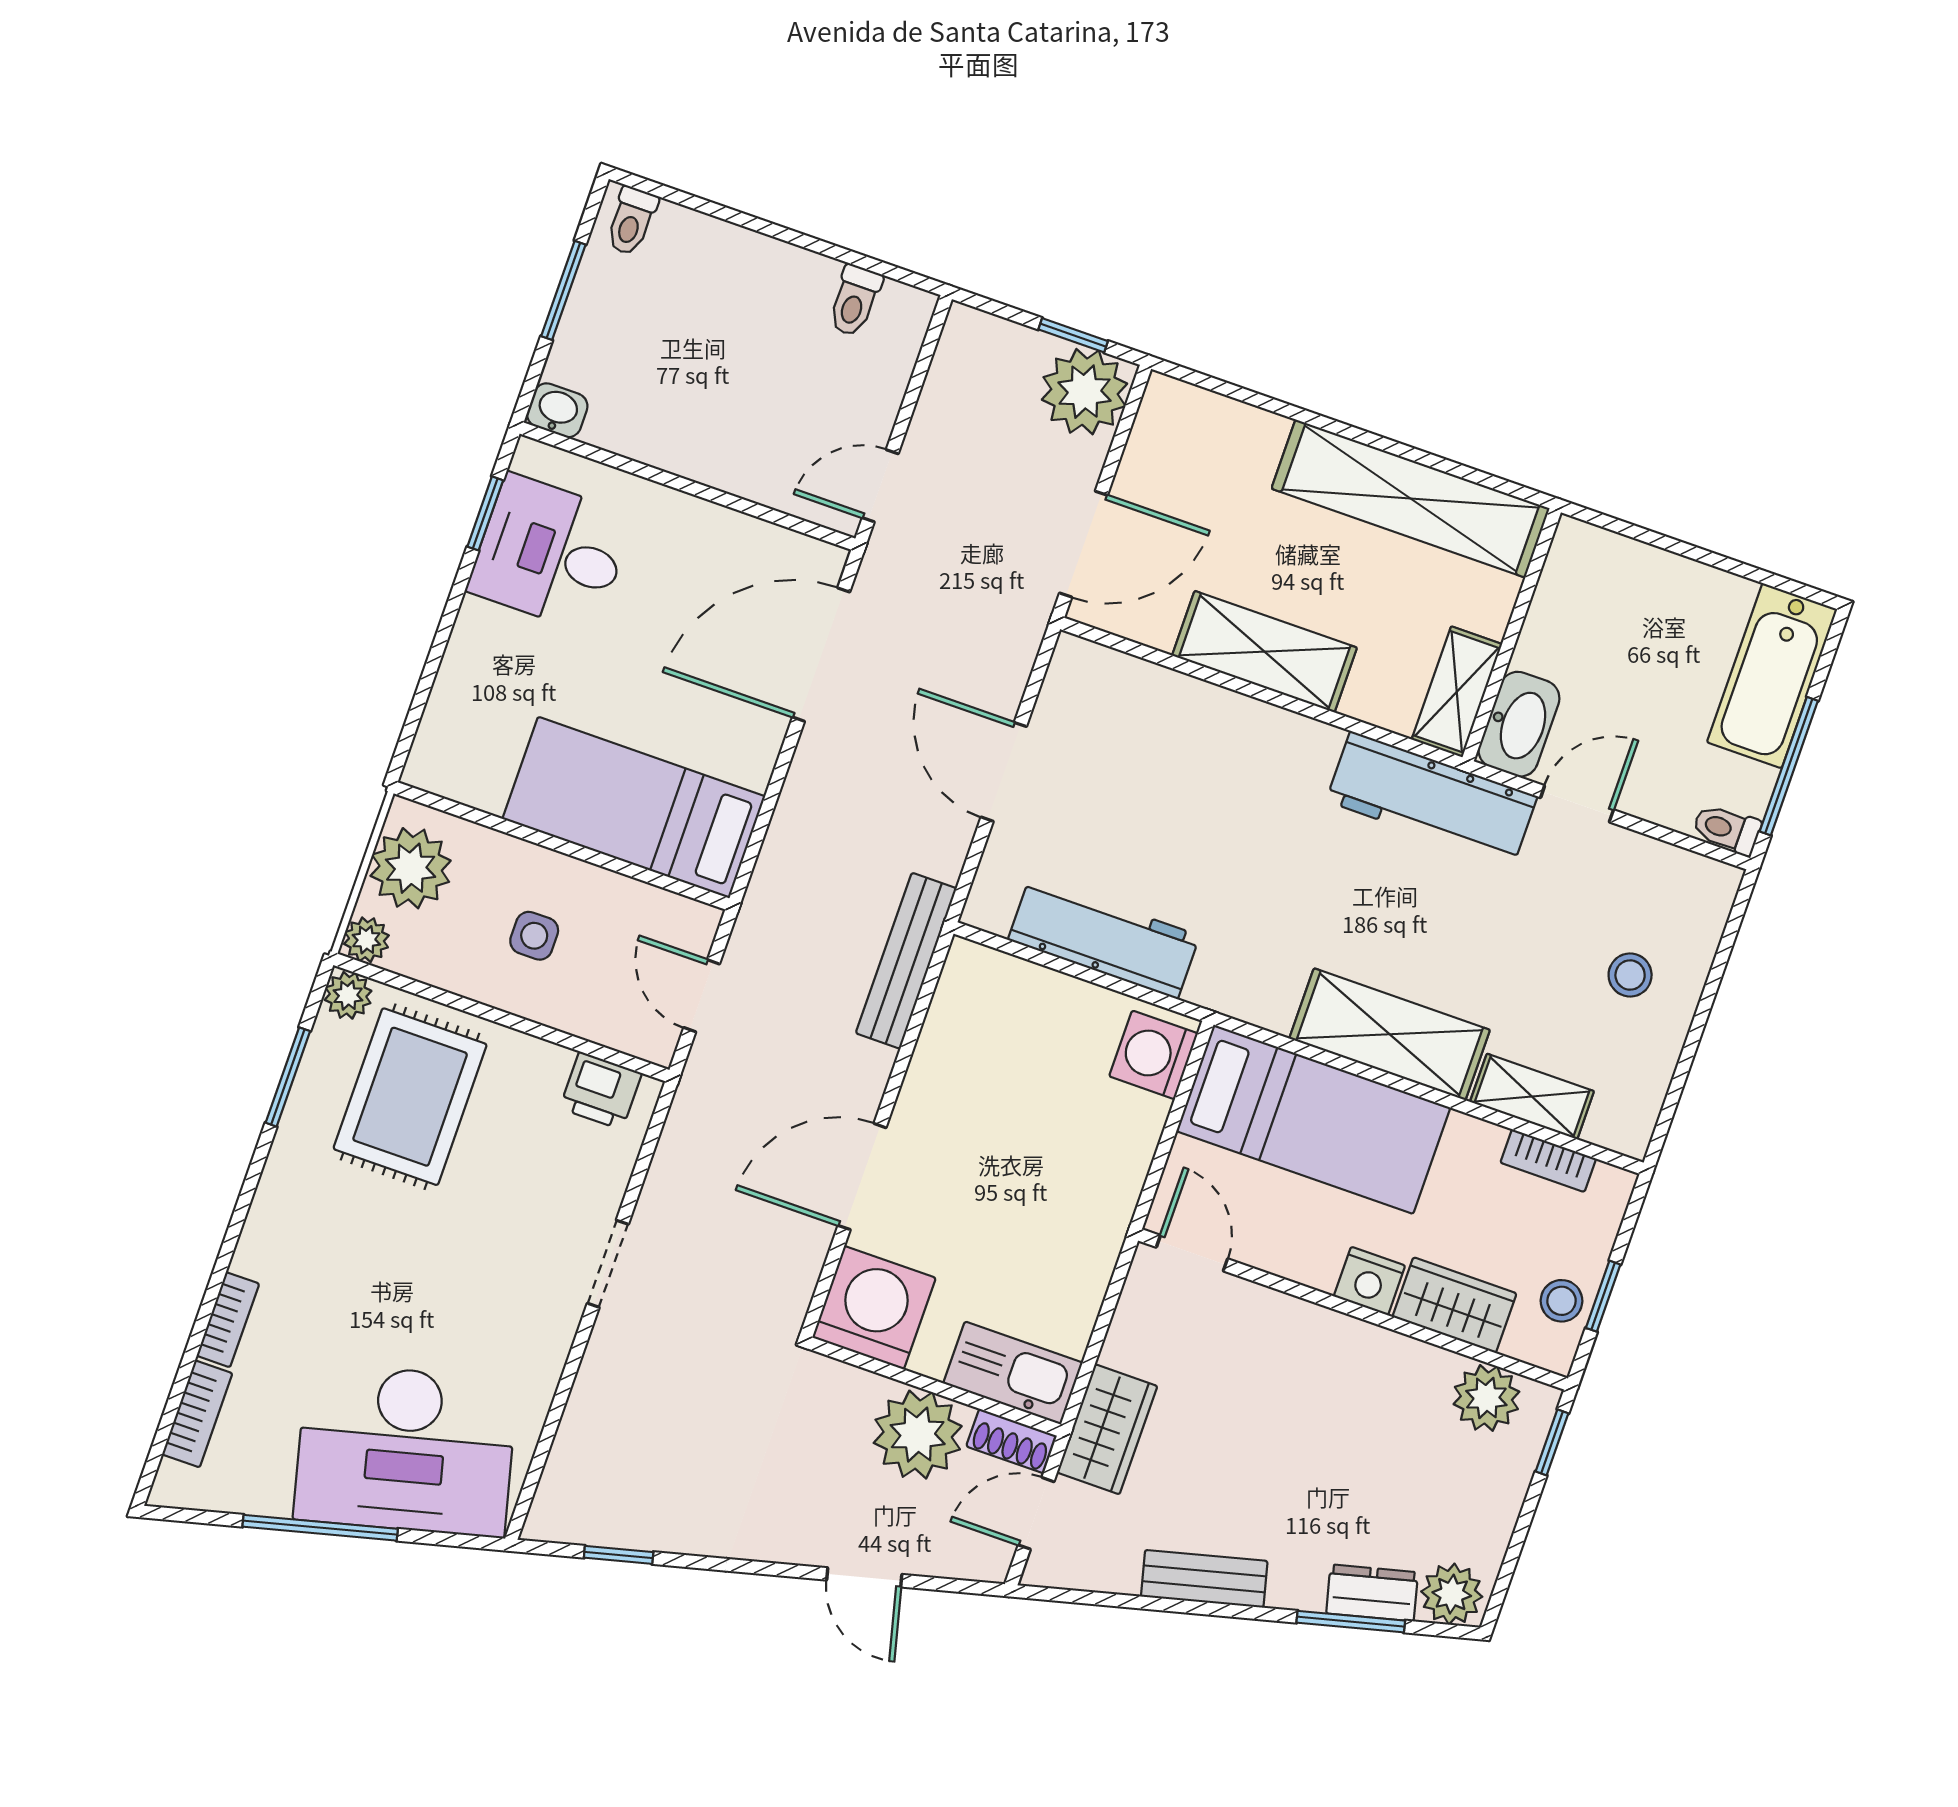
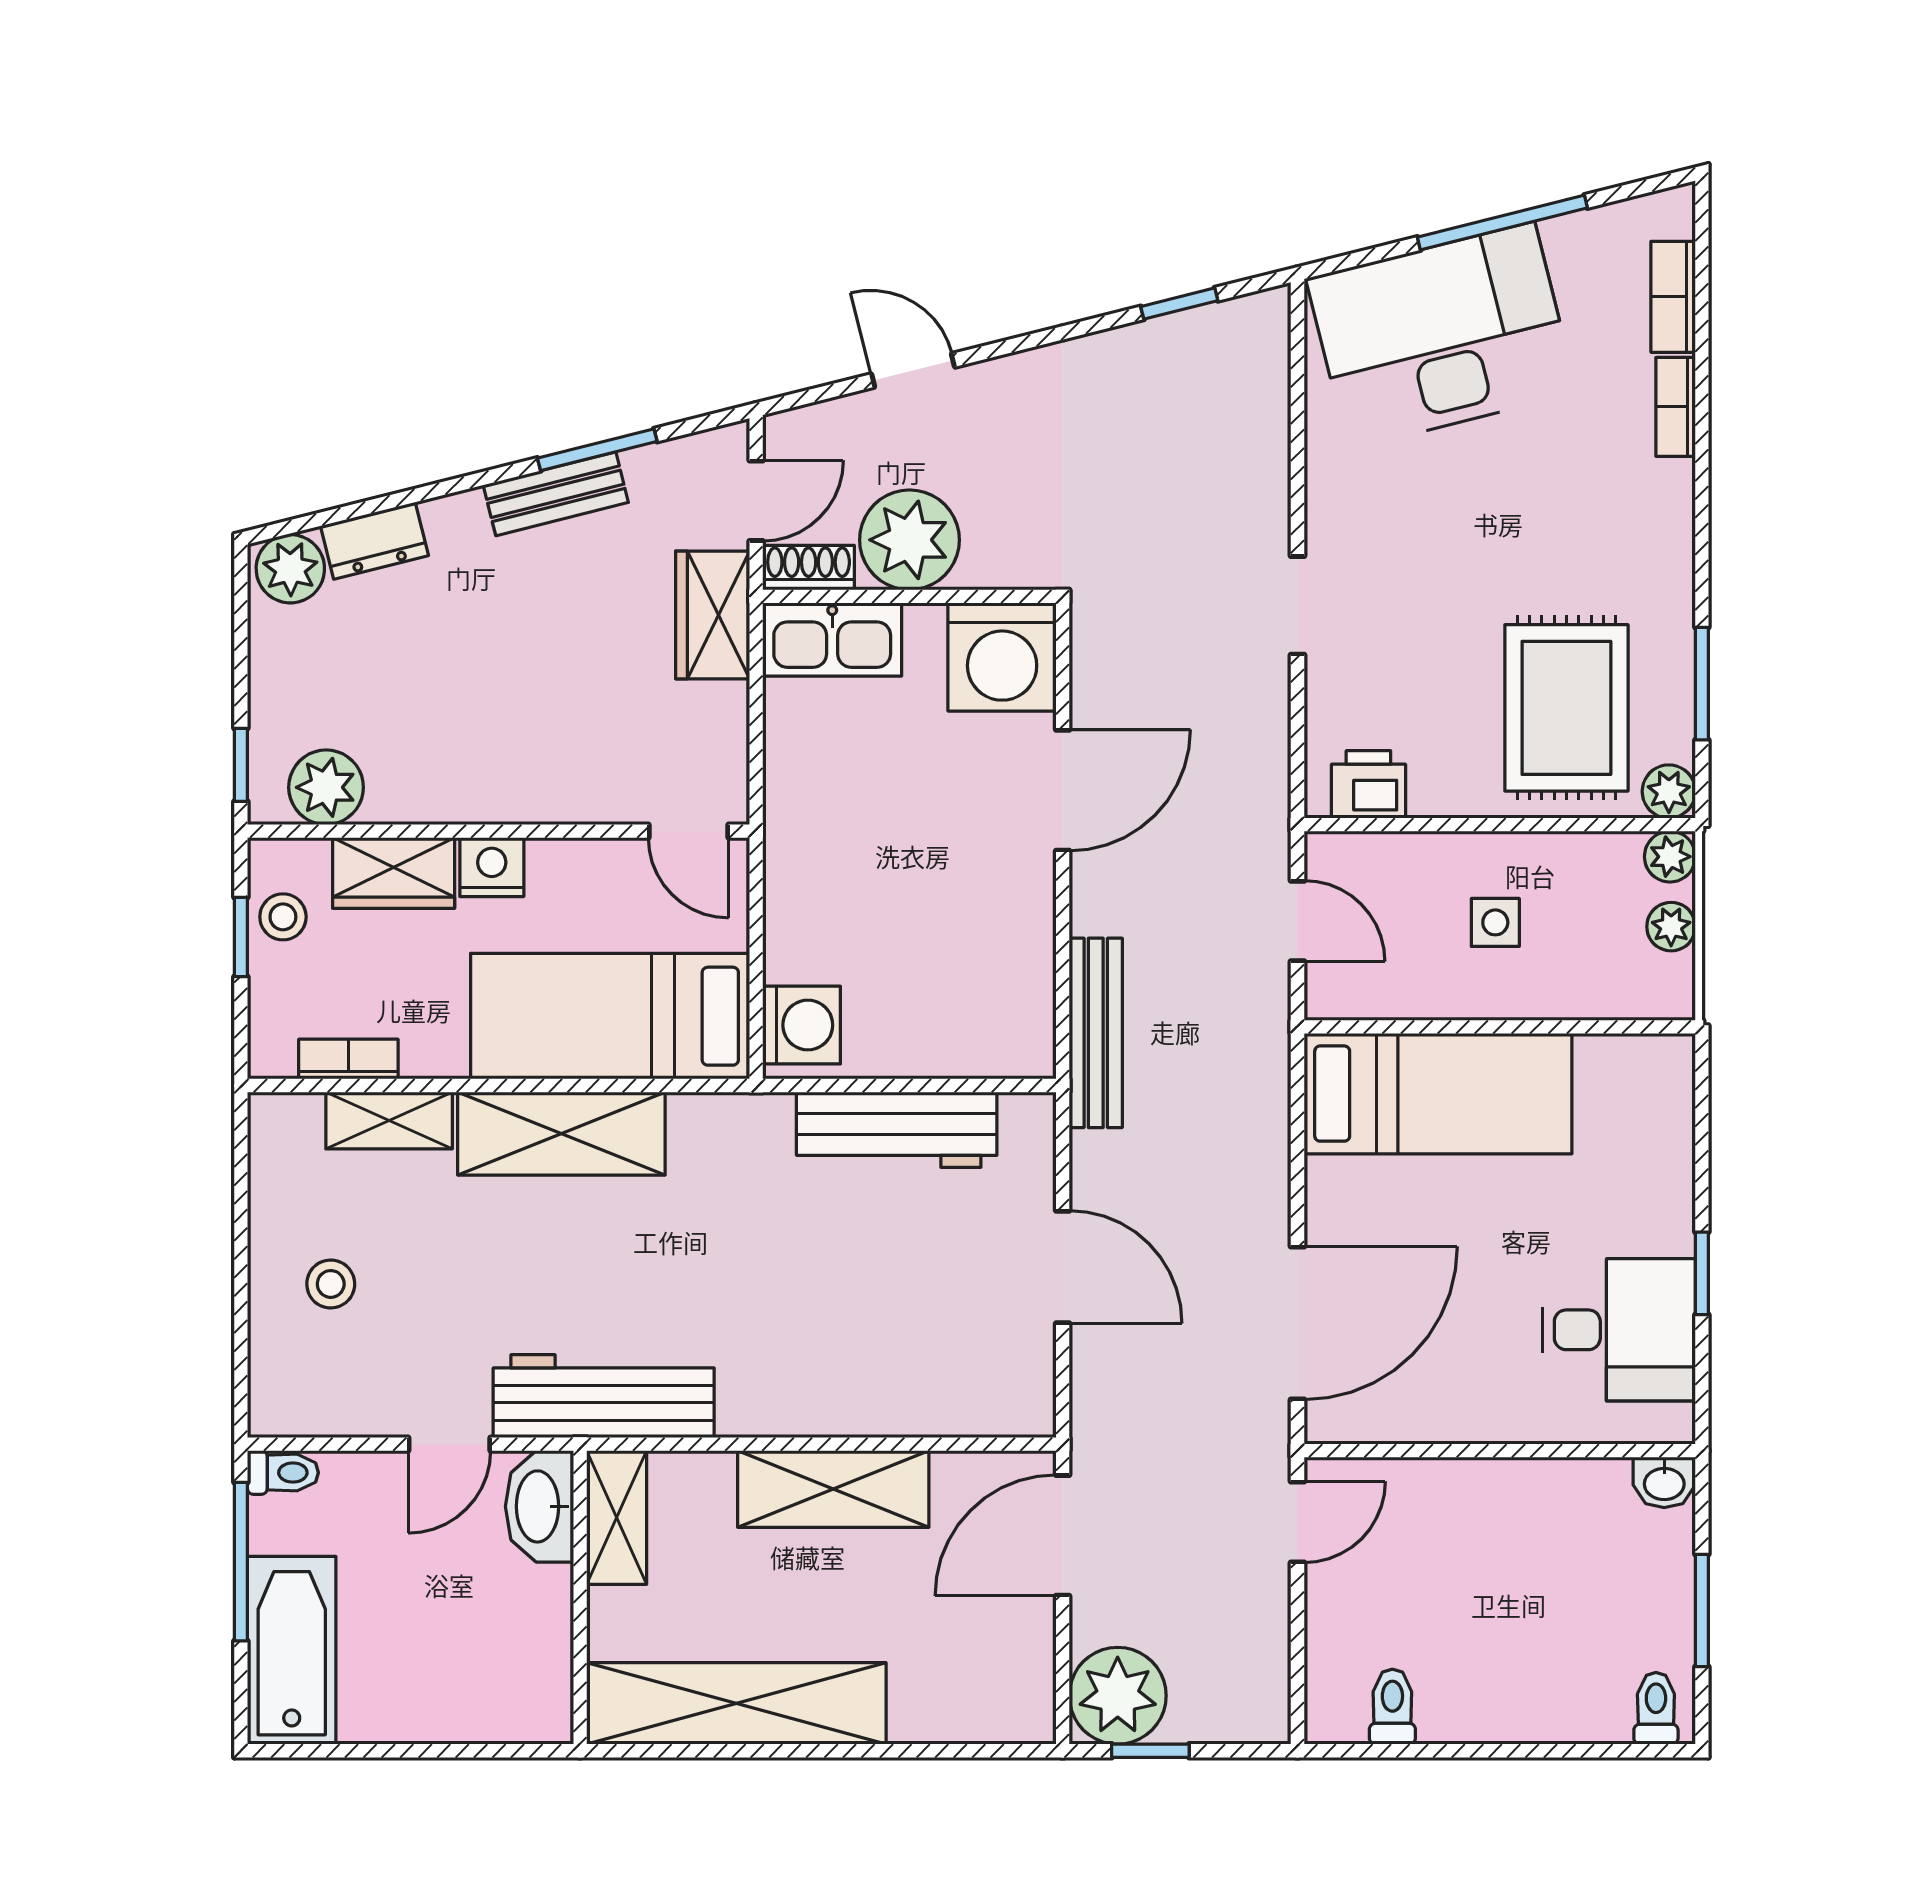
window: (485, 513) -> (1702, 1273), moved
plant: (411, 868) -> (1671, 927), width x0.53, depth x0.53
window: (1351, 1622) -> (597, 450), moved

